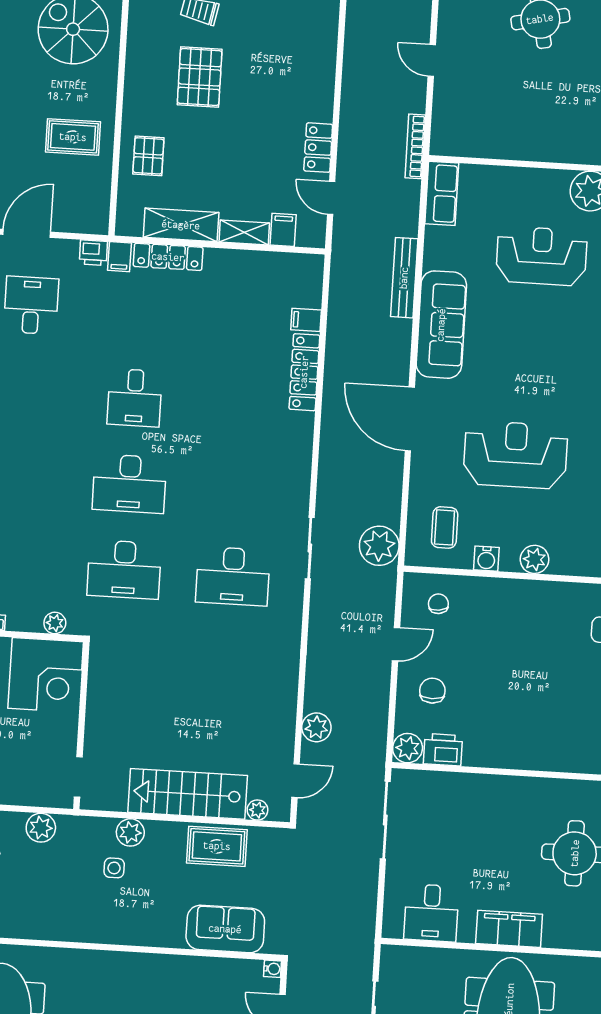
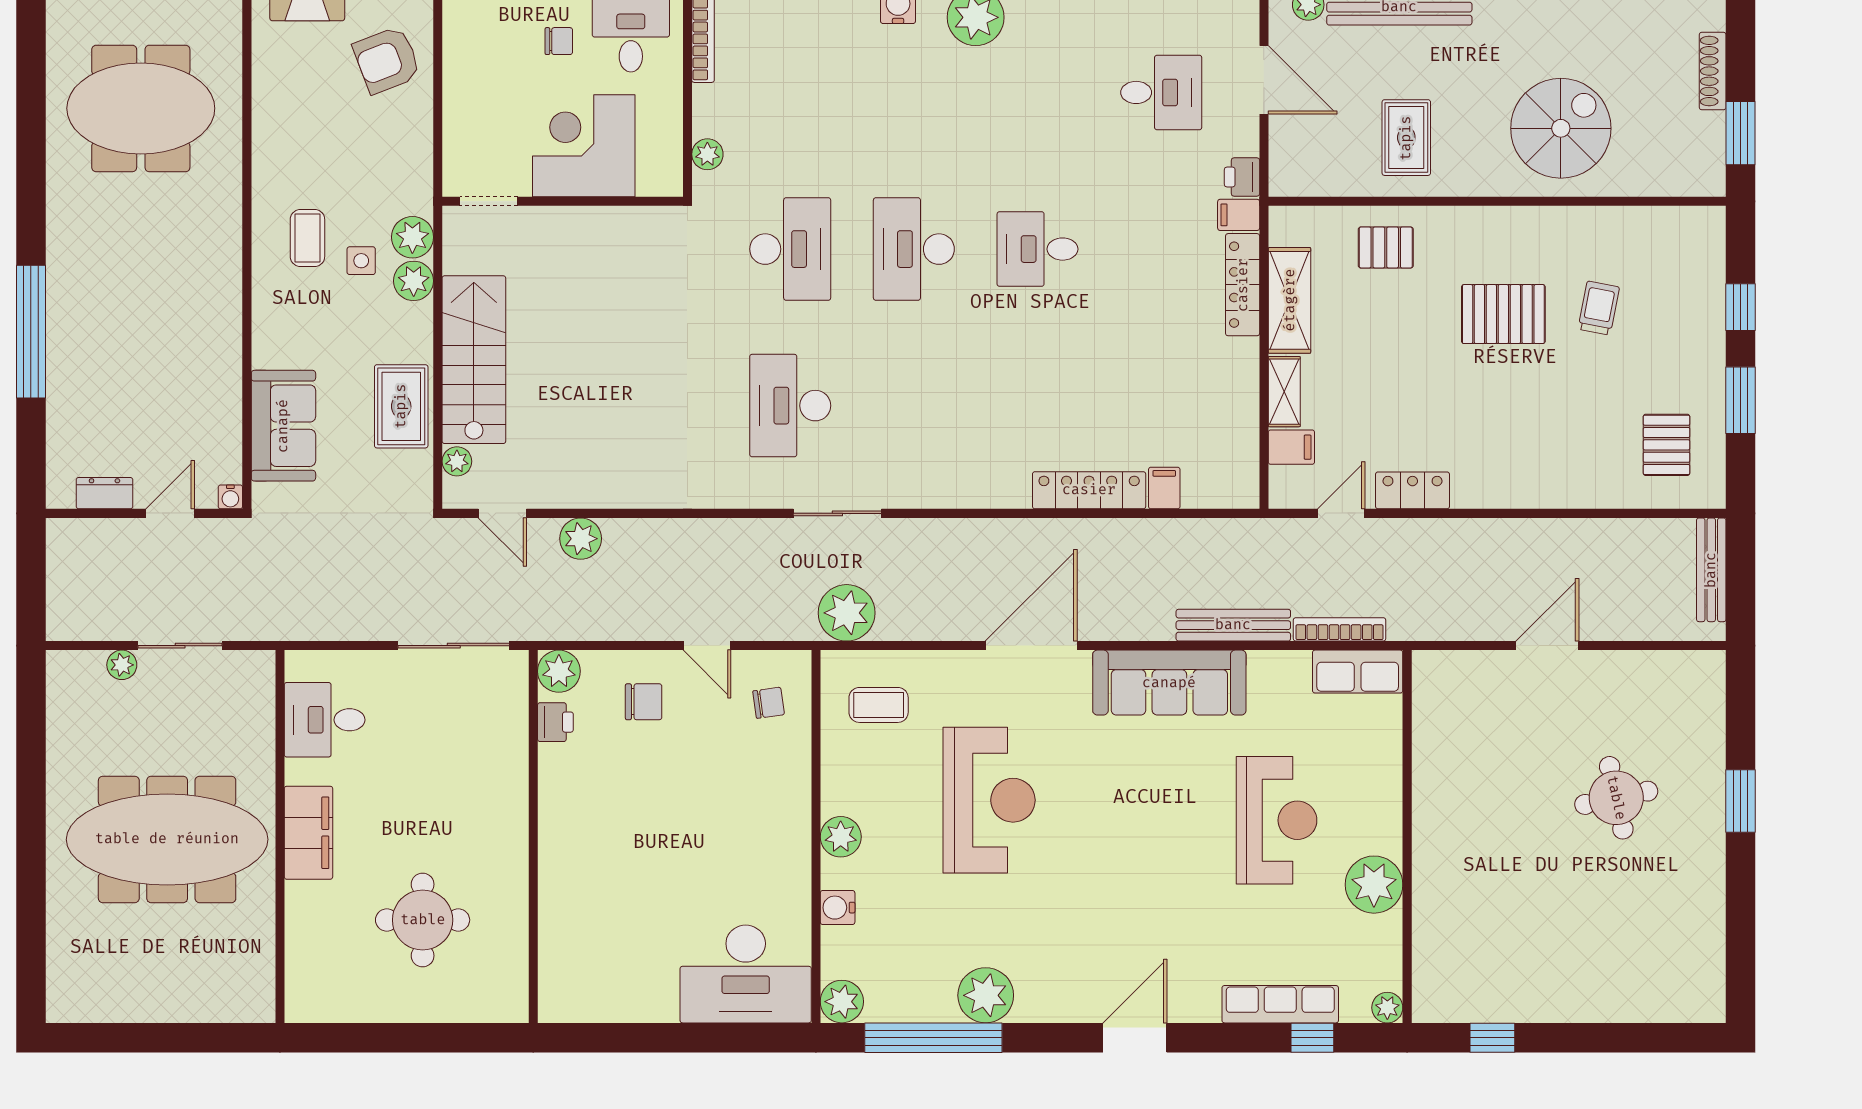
door: (432, 61) -> (1547, 646), width x1.38
bookcase: (415, 146) -> (1340, 629), moved
water cooler: (486, 559) -> (838, 908), moved
desk: (124, 570) -> (790, 249), turned 180
corner desk: (46, 675) -> (584, 146), moved, turned 90
printer: (443, 750) -> (555, 722), width x0.73, depth x0.81
plant: (41, 828) -> (412, 237), moved
coffee table: (96, 904) -> (307, 238), added

